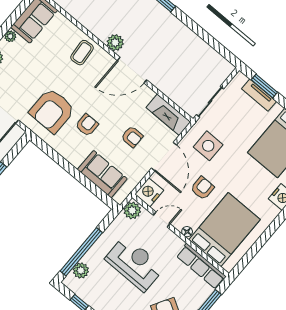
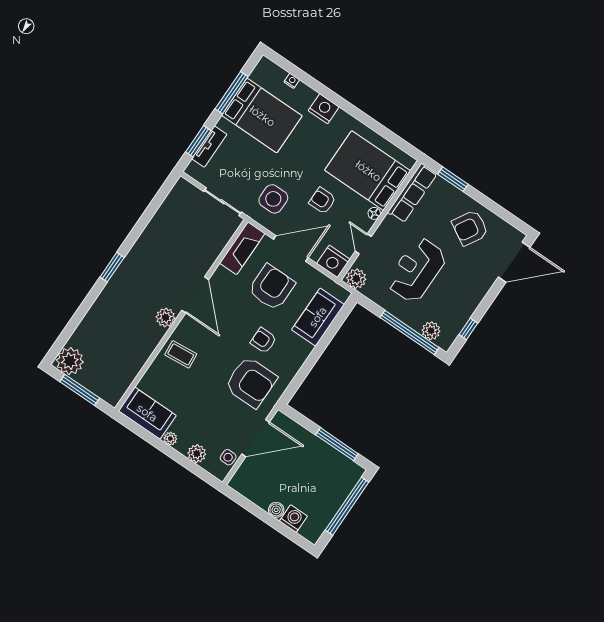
armchair: (132, 137) -> (272, 287), width x1.88, depth x1.88

